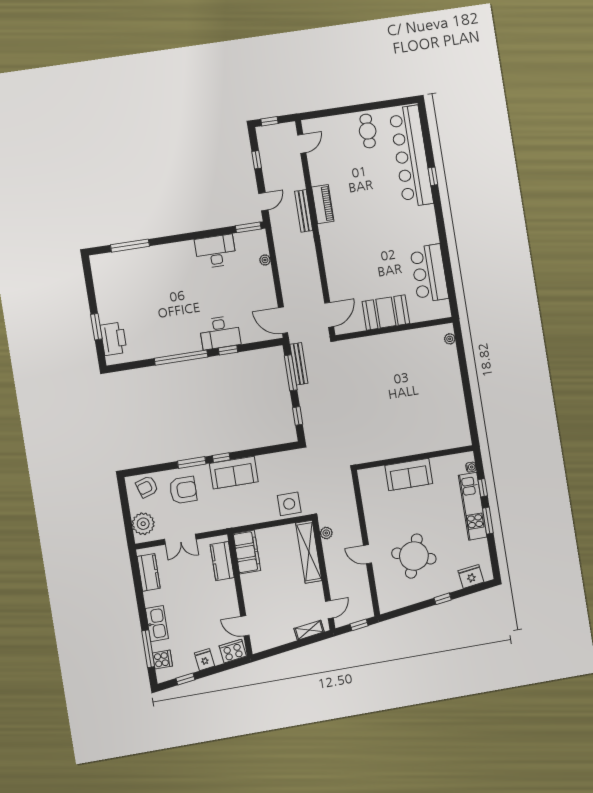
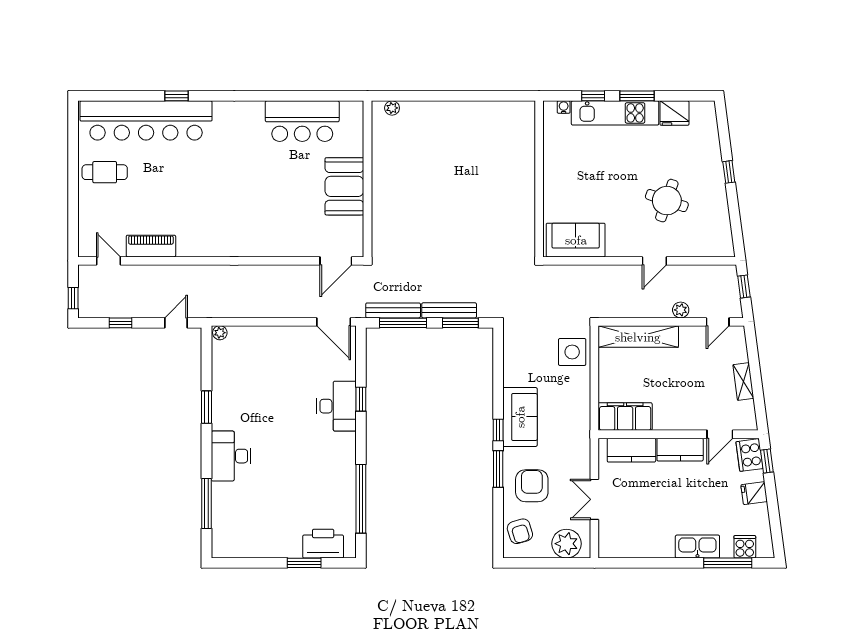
door: (263, 202) -> (176, 323), hinge flipped
piano: (323, 204) -> (151, 246), moved
bench: (304, 211) -> (449, 310), moved
window: (248, 227) -> (206, 407), moved
desk: (215, 251) -> (231, 456), moved
plant: (265, 260) -> (220, 333), moved
door: (329, 315) -> (336, 261), swing flipped
door: (283, 320) -> (334, 322), hinge flipped
window: (181, 358) -> (361, 499), moved
window: (298, 416) -> (460, 323), width x1.50
sofa: (409, 475) -> (576, 240), moved, turned -90
plant: (326, 533) -> (681, 310), moved
double door: (180, 539) -> (594, 499), swing flipped
round table: (414, 556) -> (667, 201), width x0.73, depth x0.73
kitchen counter: (149, 572) -> (680, 450), moved, turned 180
fridge: (471, 576) -> (674, 113), moved, turned -82
door: (329, 610) -> (718, 322), swing flipped
shelving: (309, 630) -> (743, 382), moved
window: (185, 679) -> (767, 461), moved

